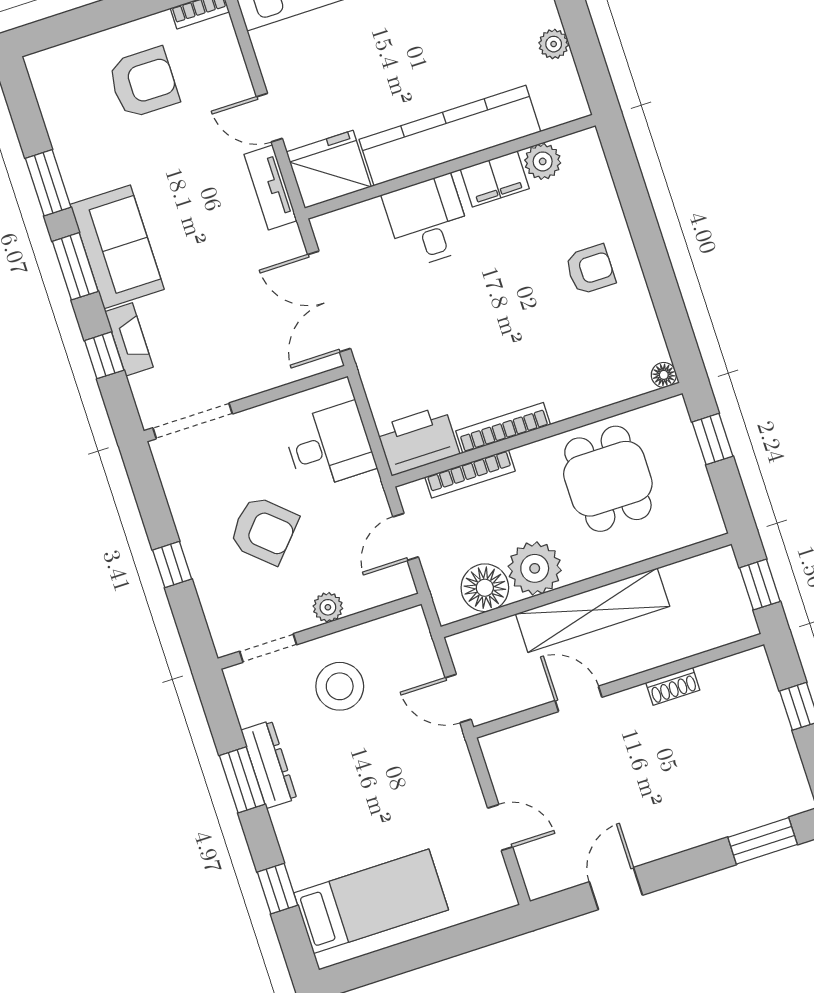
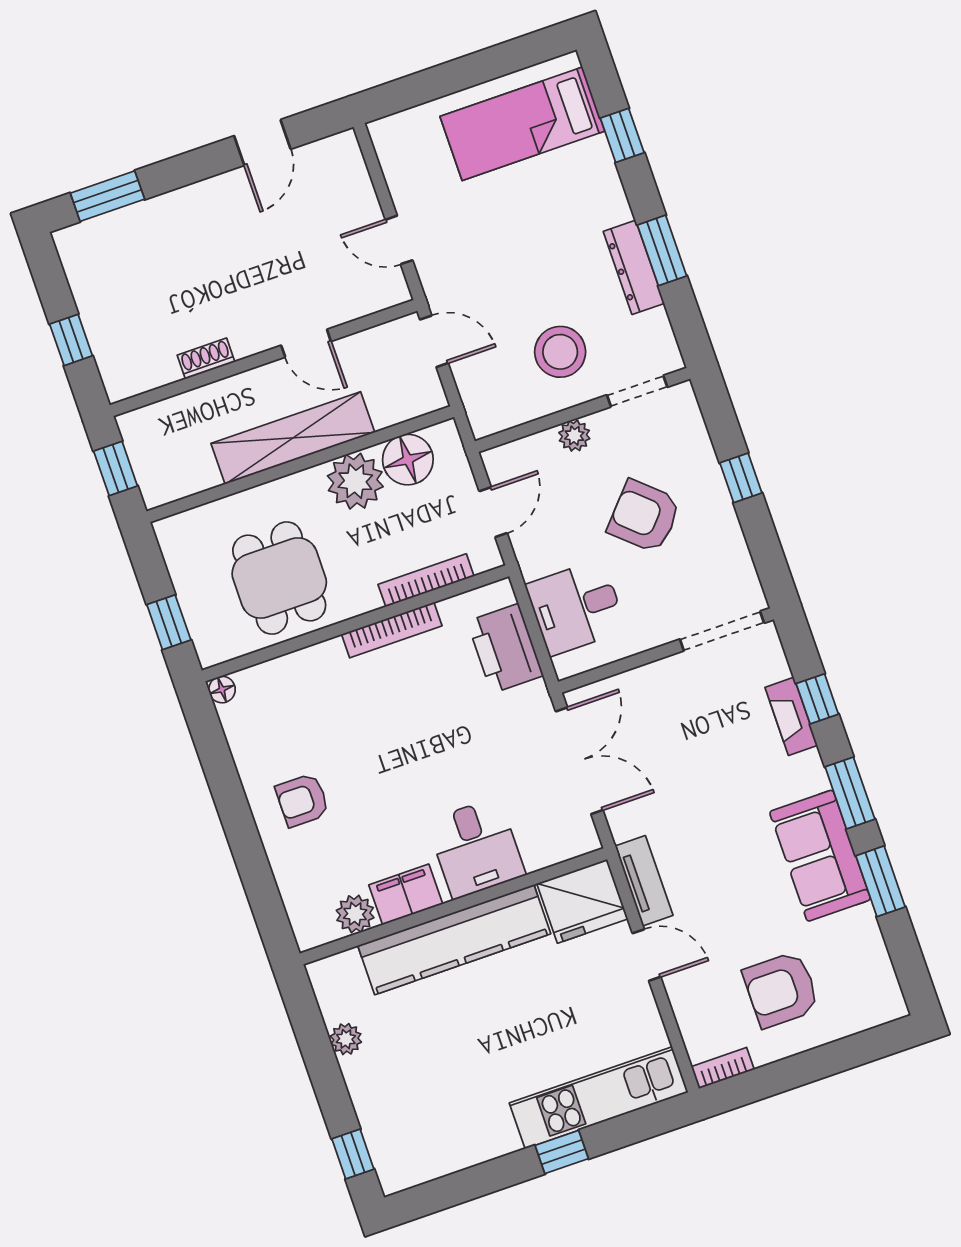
sofa: (117, 247) -> (820, 856), moved
printer: (418, 441) -> (505, 648), moved, turned 90
door: (500, 827) -> (399, 240), moved

